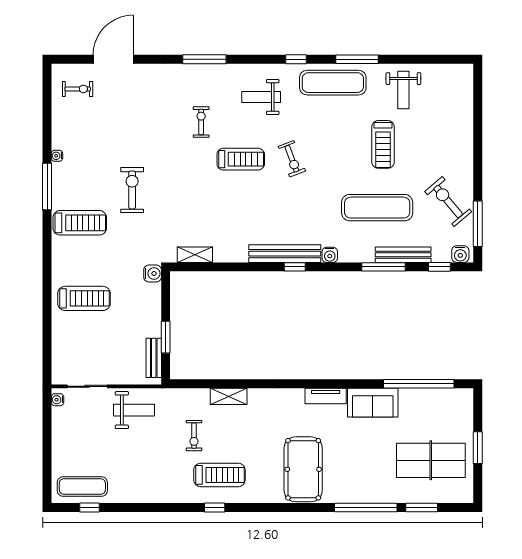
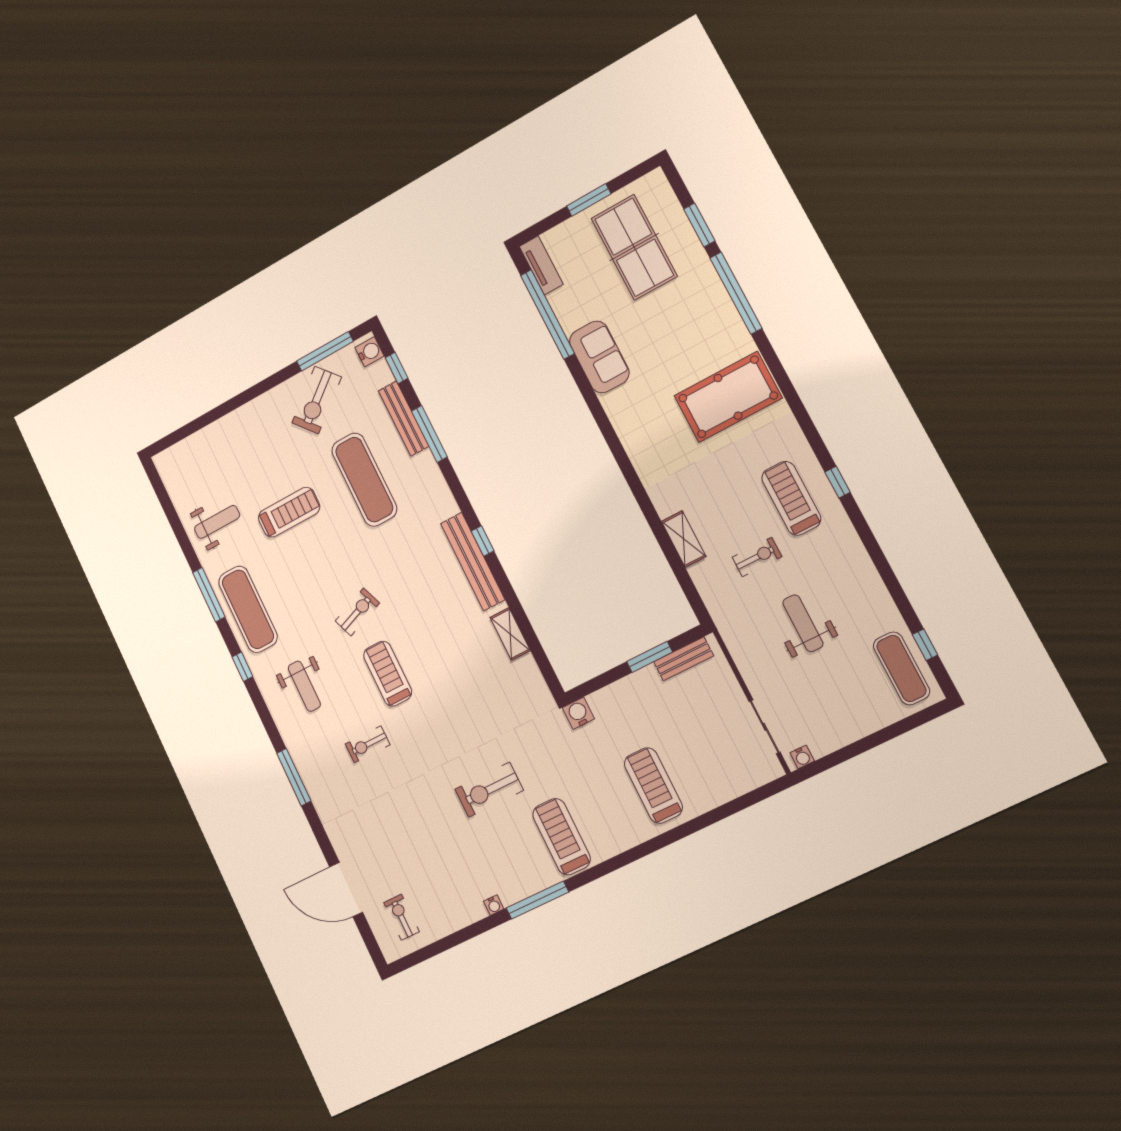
shelving: (195, 255) -> (510, 634), moved
water cooler: (330, 255) -> (447, 506), removed
tv unit: (326, 396) -> (541, 265), moved
weight bench: (134, 410) -> (803, 623), moved

